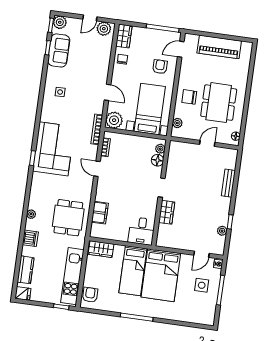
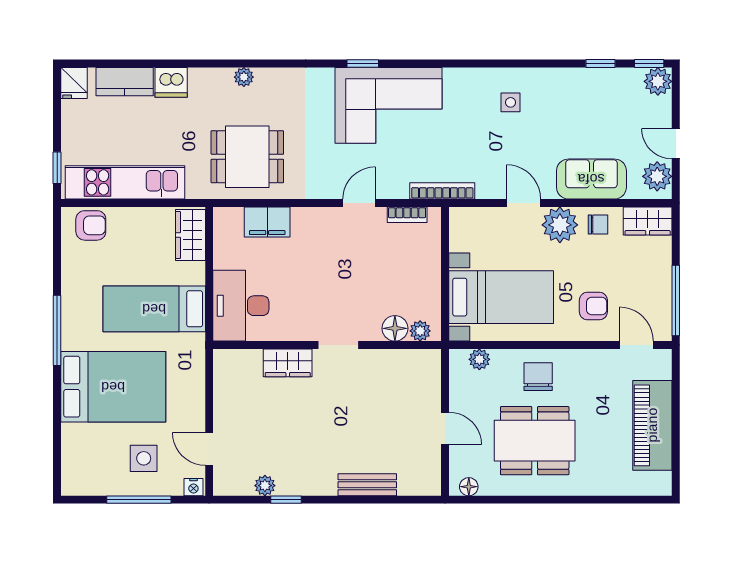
sofa: (59, 50) -> (591, 179), moved, turned 180
door: (108, 92) -> (524, 203), swing flipped
plant: (114, 120) -> (560, 225), moved
desk: (142, 231) -> (241, 306), width x1.37
dishwasher: (30, 238) -> (171, 82), moved
bed: (161, 275) -> (113, 387), moved, turned 180

